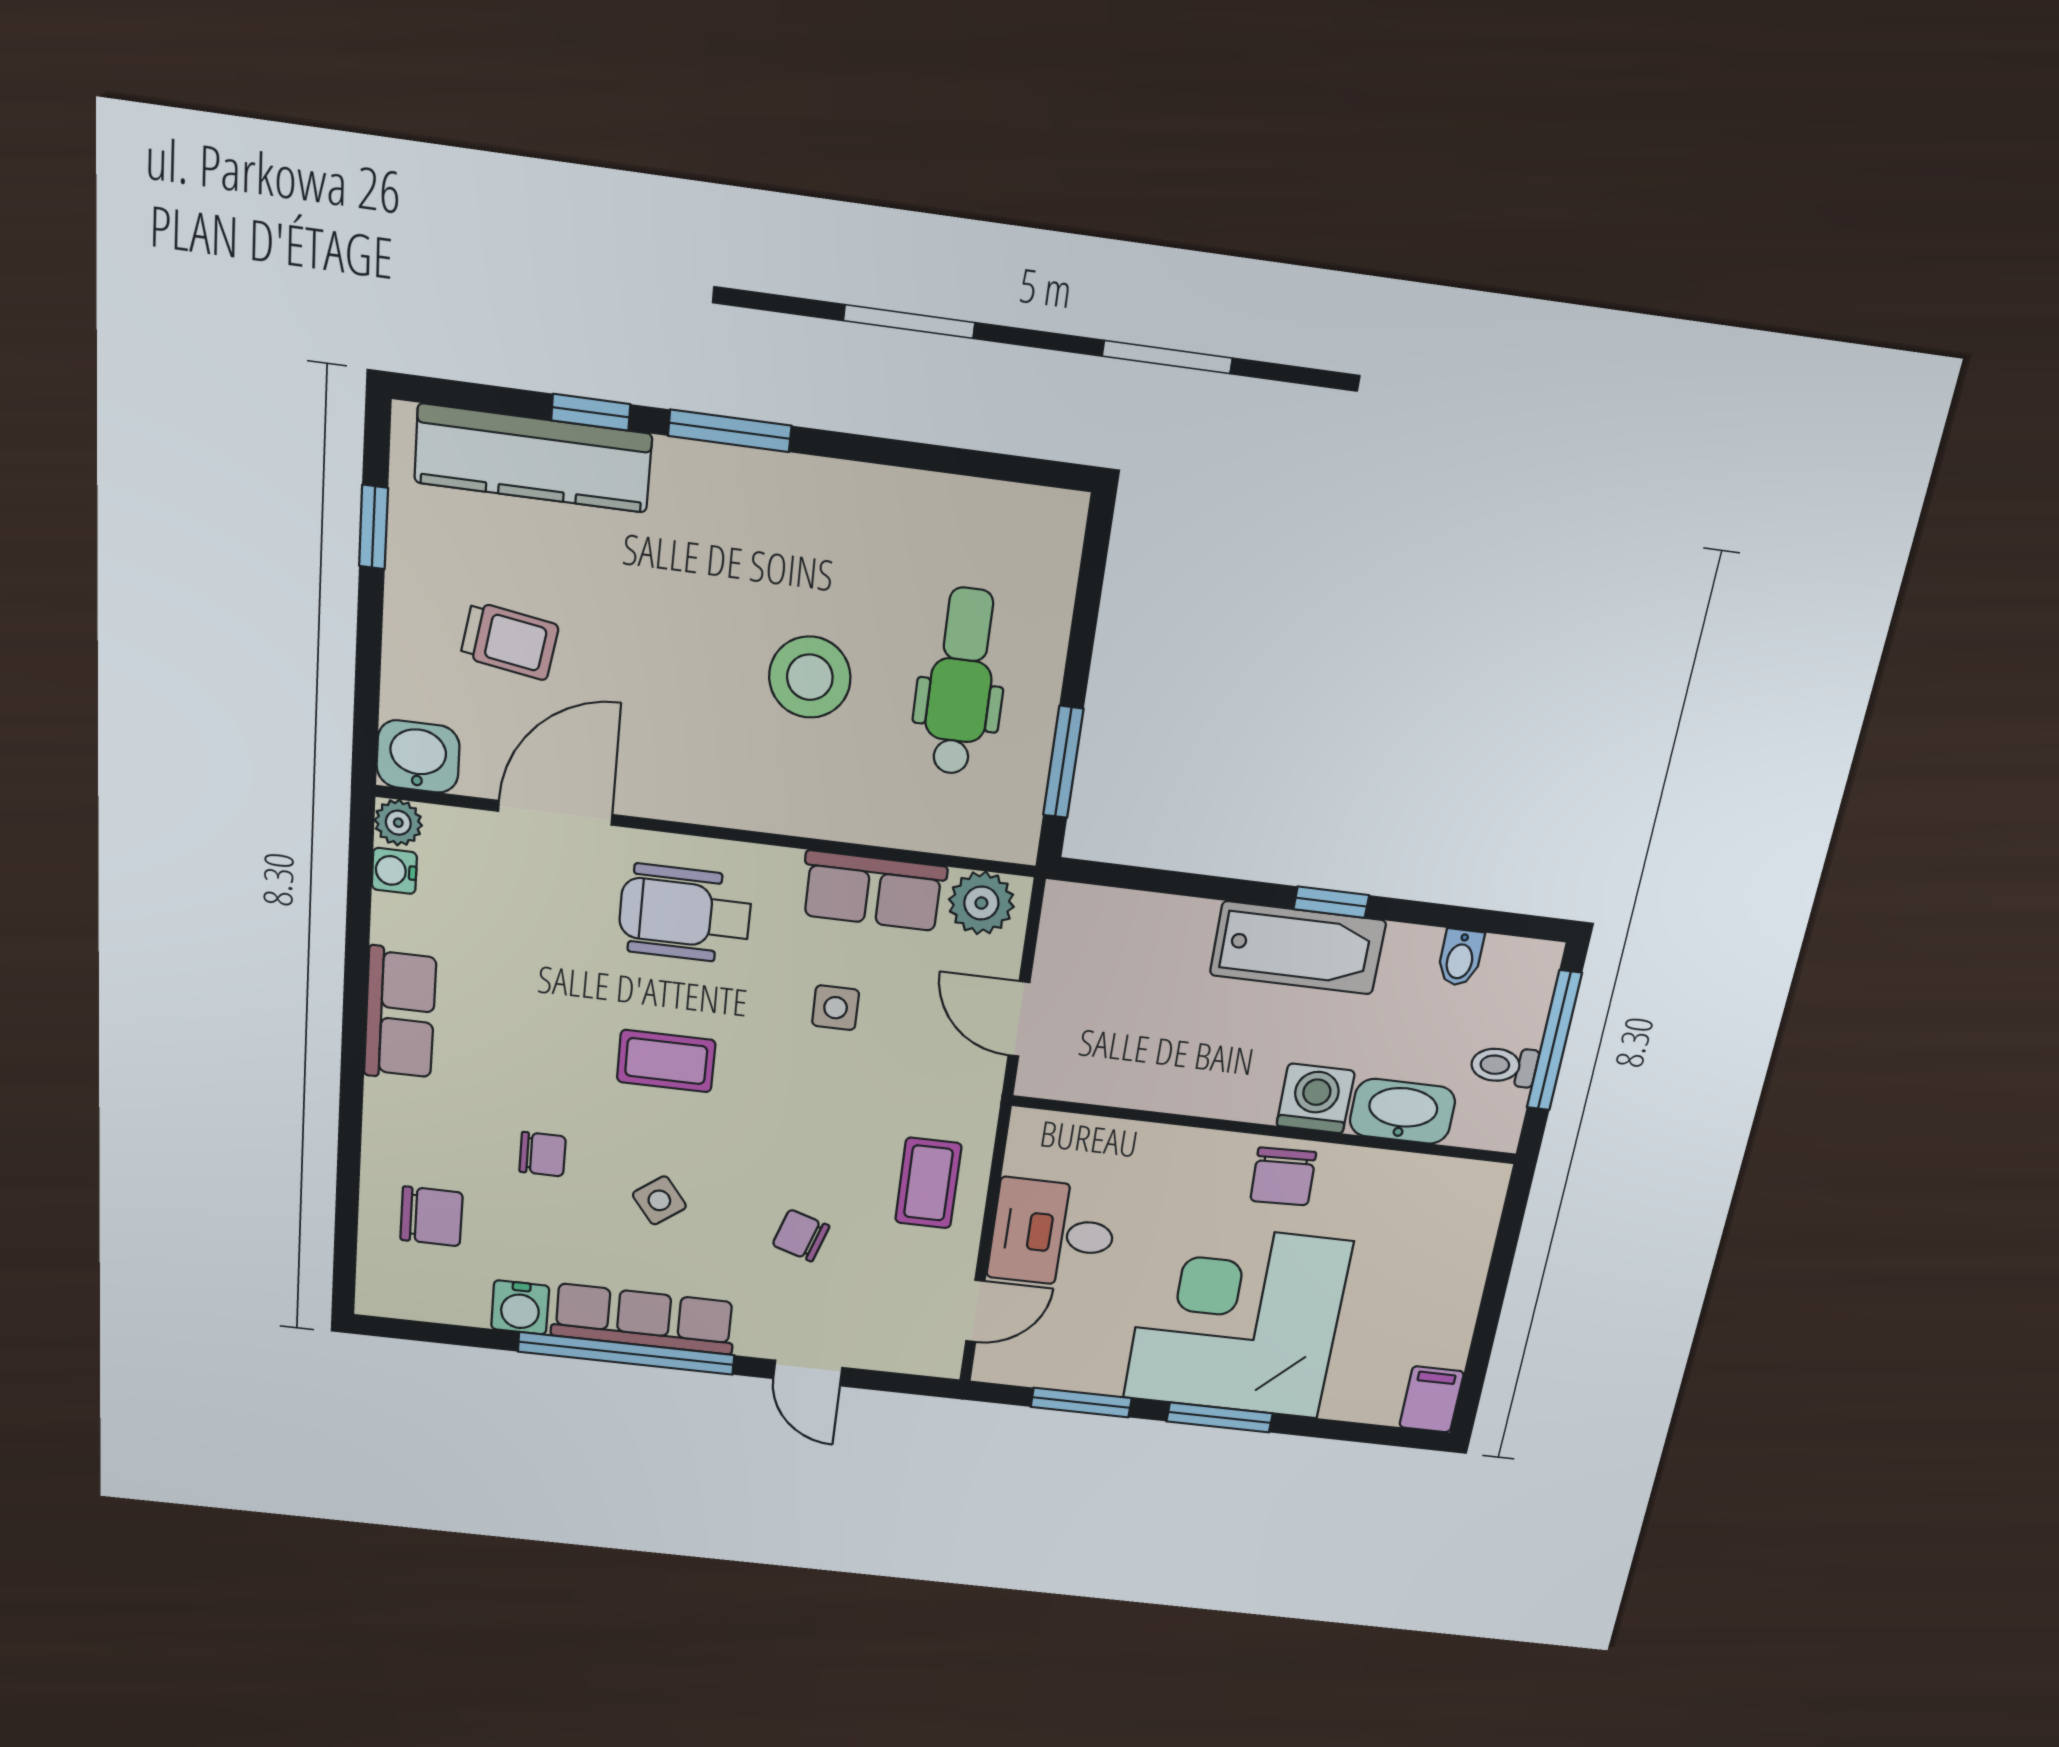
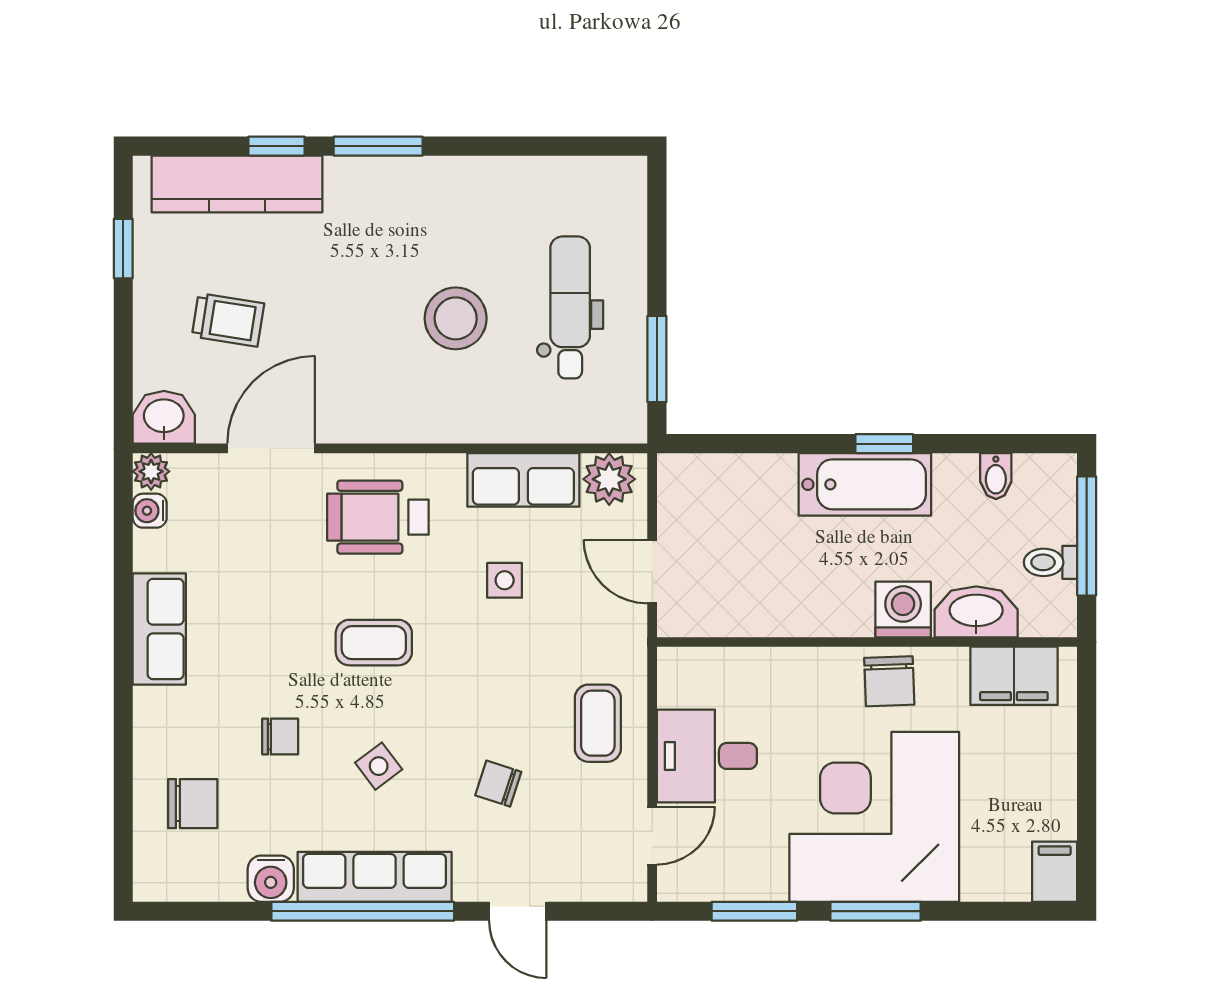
filing cabinet: (1432, 1187) -> (1014, 676), added

